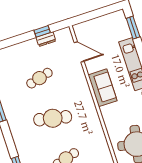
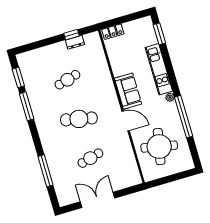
locker: (85, 27) -> (113, 32), added
door: (79, 52) -> (126, 121), moved

